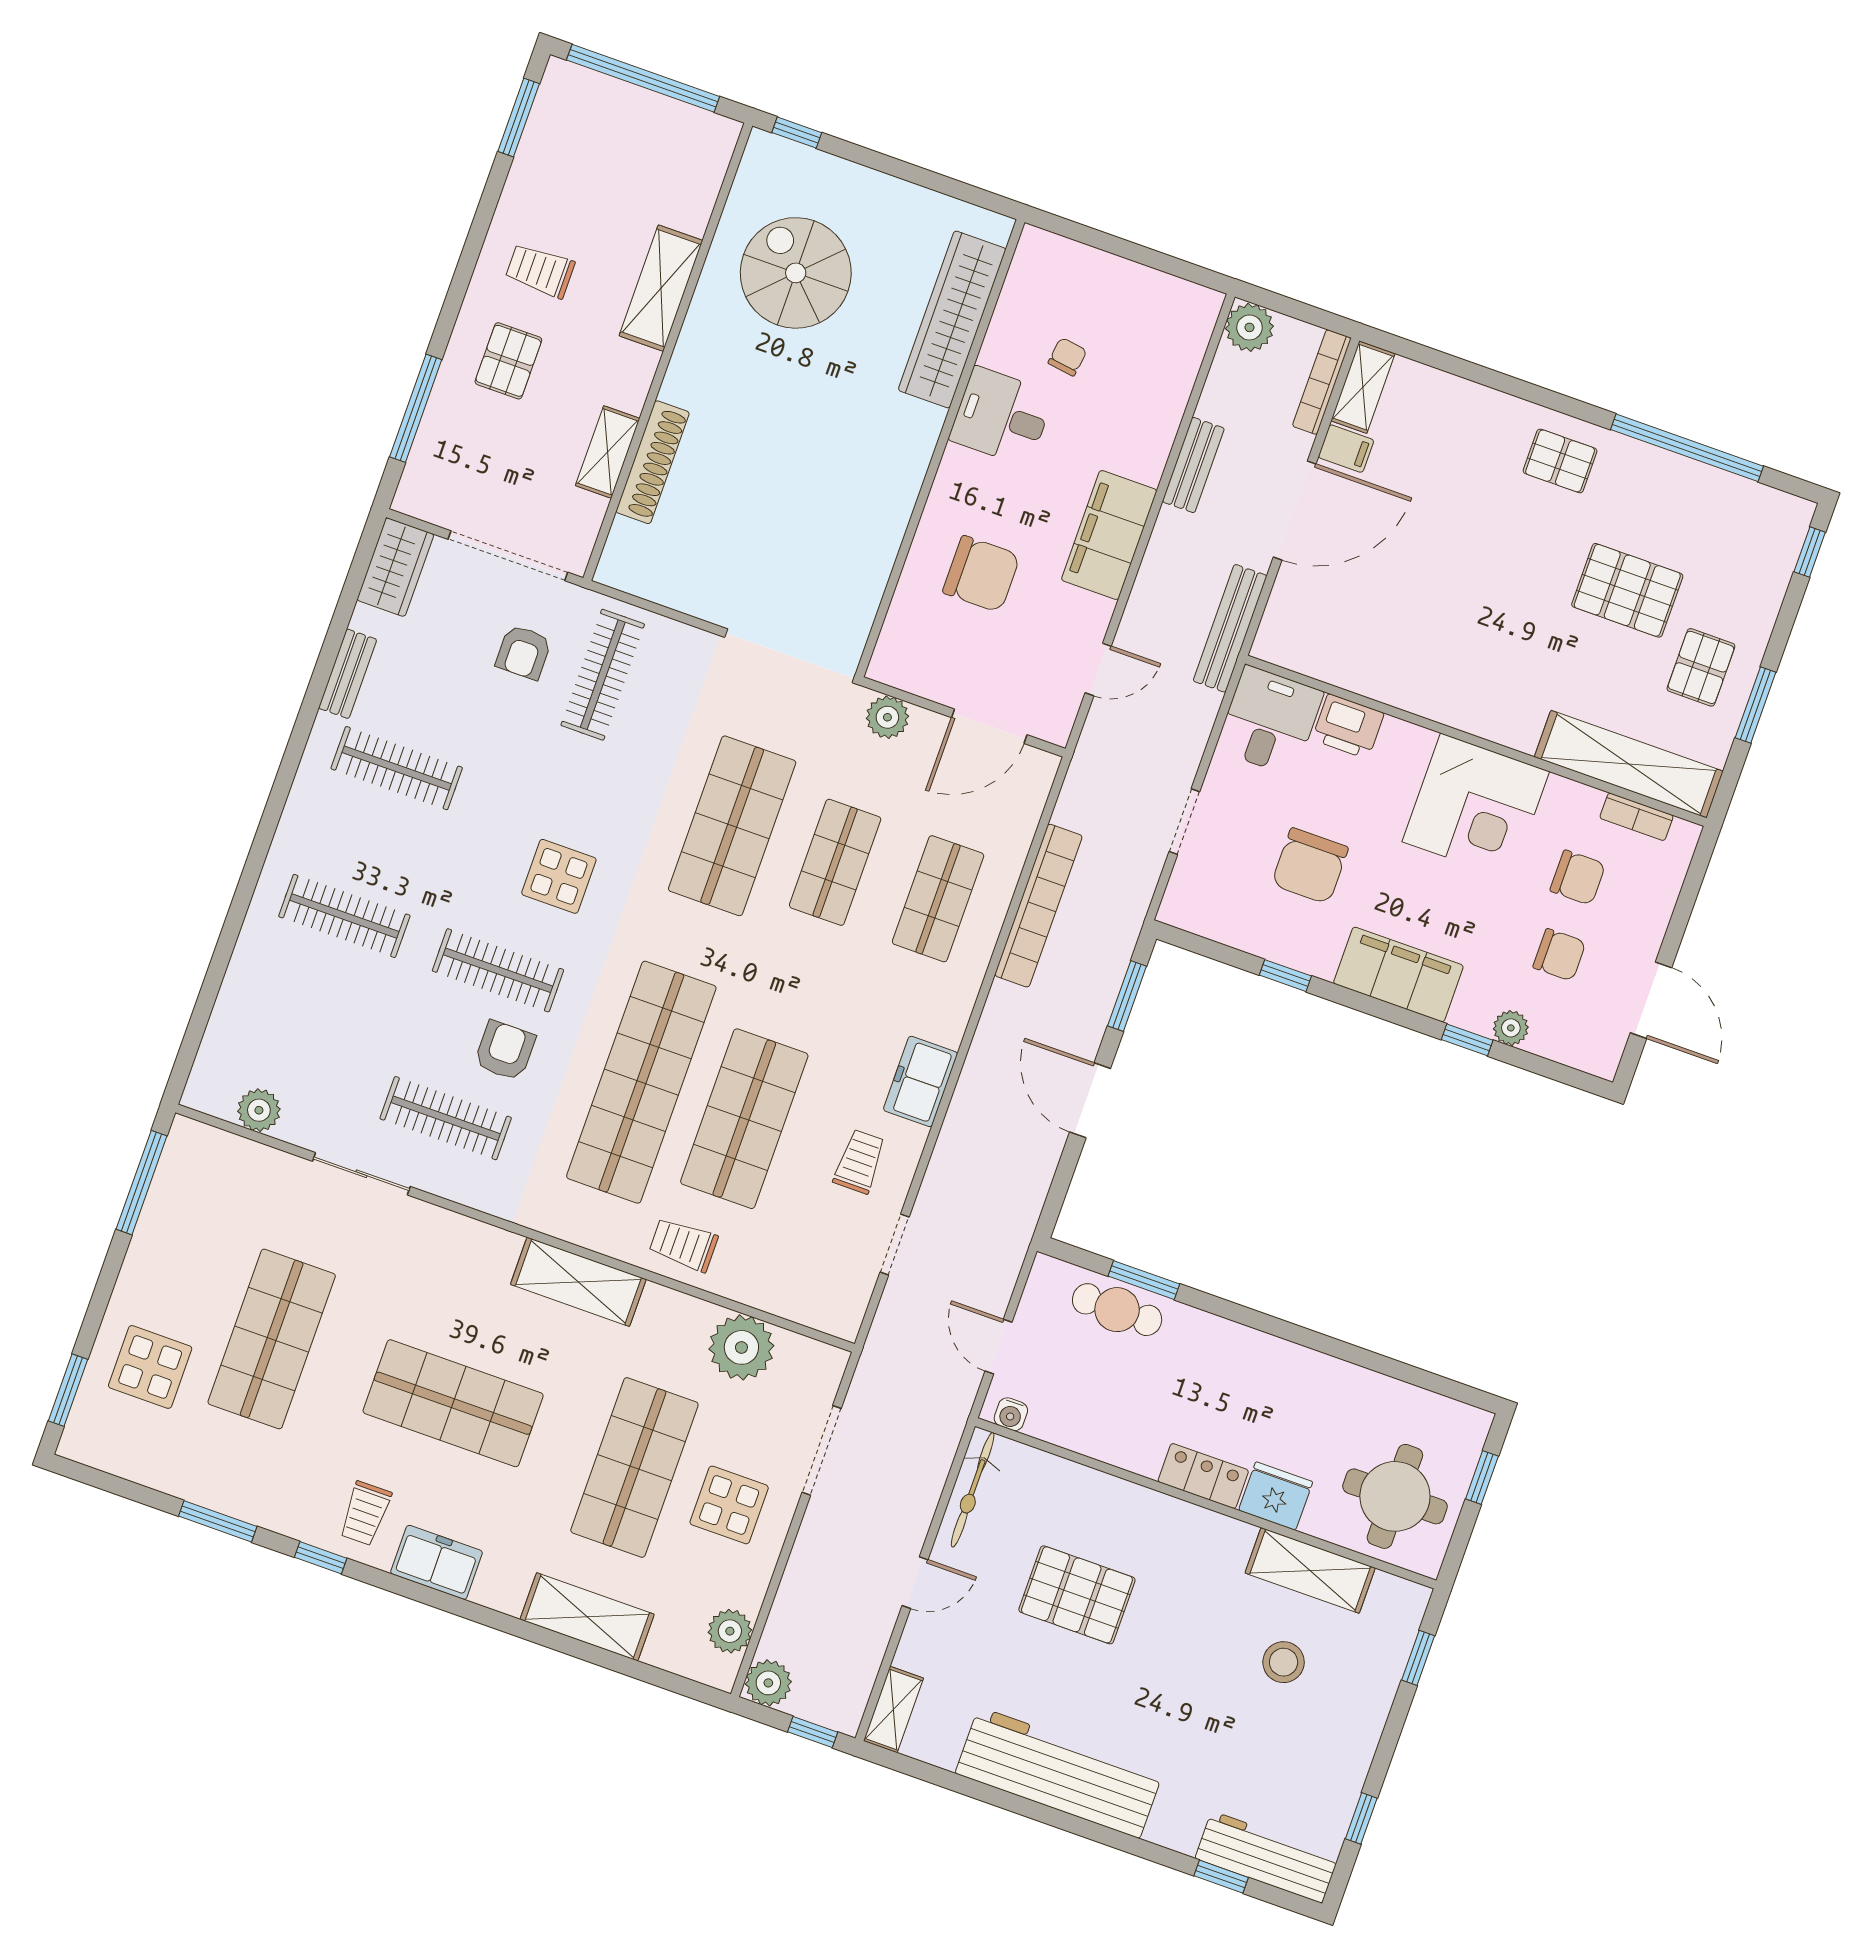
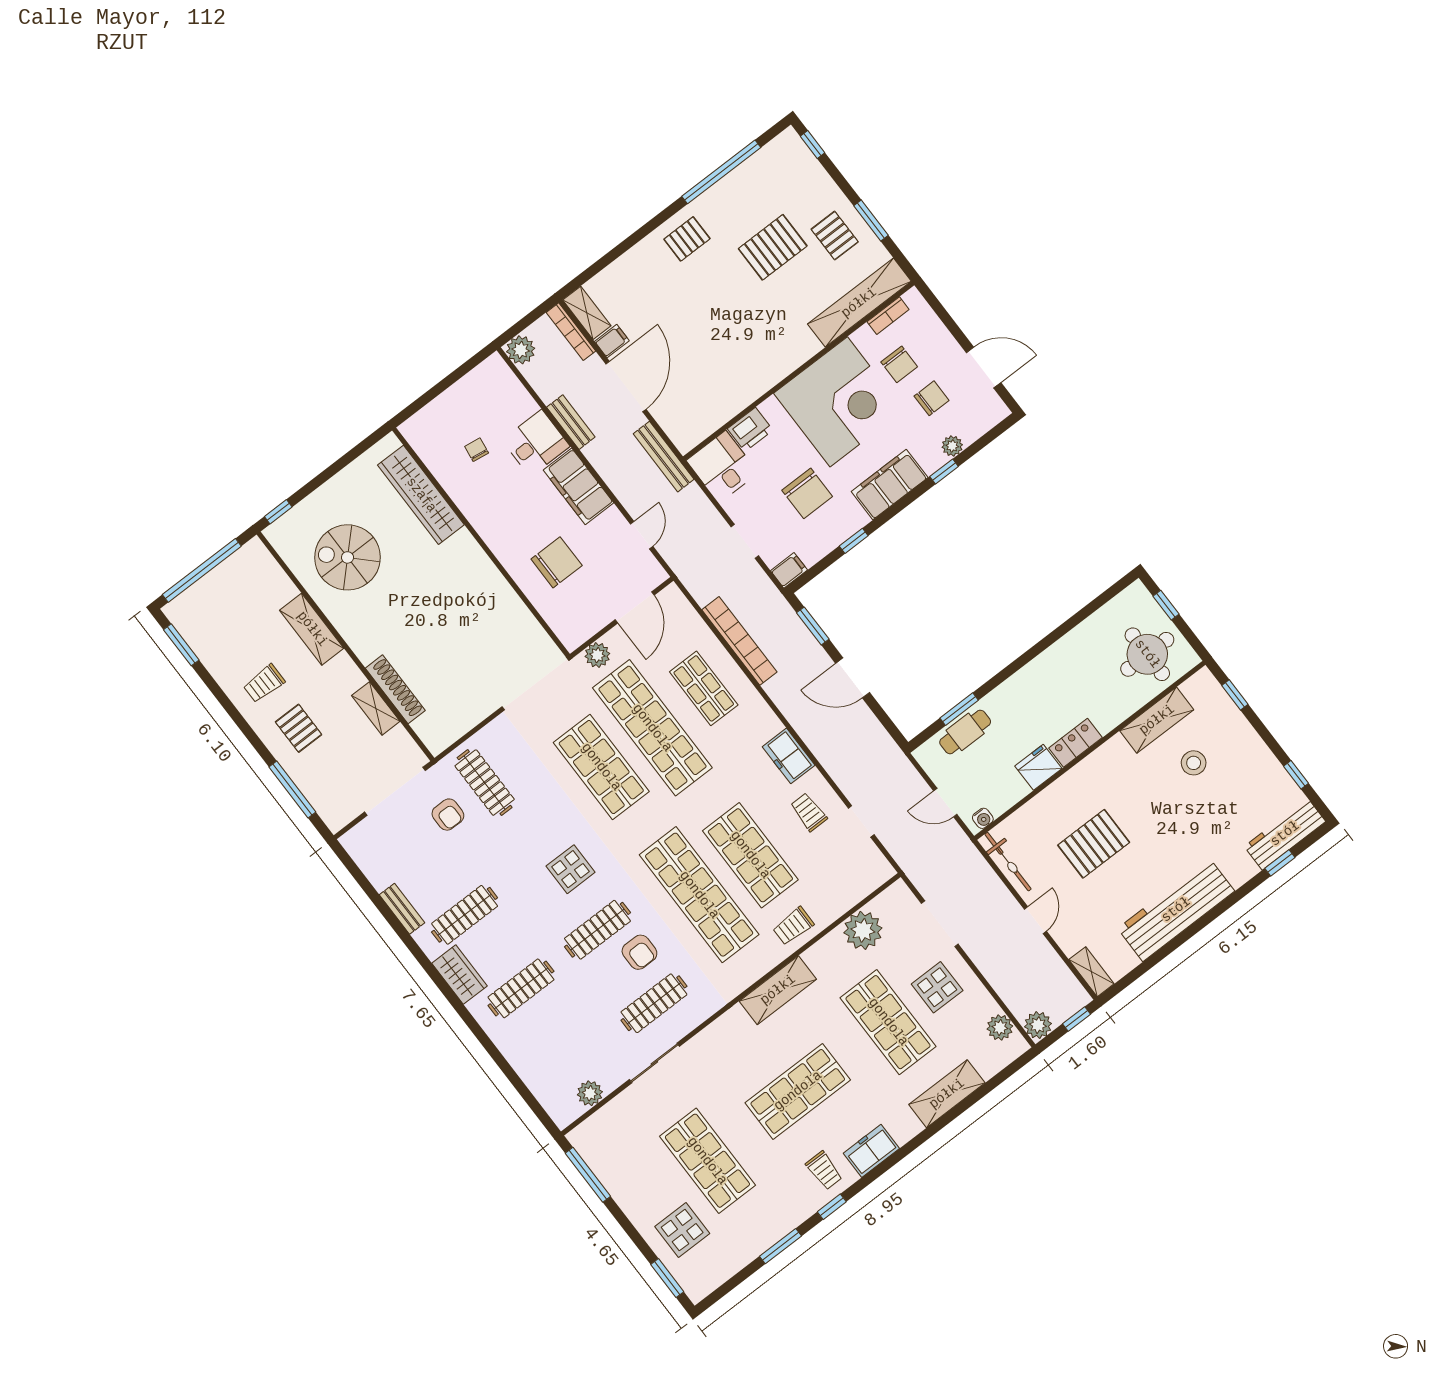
desk: (1002, 416) -> (536, 443), moved, turned 180
wardrobe: (395, 567) -> (459, 975), moved
corner desk: (1476, 807) -> (839, 402), width x1.36, depth x1.36
shop shelf: (835, 862) -> (652, 728), width x2.00, depth x1.36
chair: (1578, 878) -> (899, 364), turned 90
filing cabinet: (1184, 911) -> (789, 570), added
armchair: (505, 1051) -> (639, 952), turned 180
fridge: (1276, 1496) -> (1038, 767), moved

